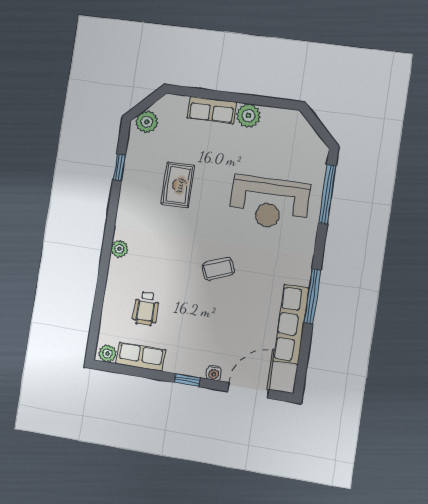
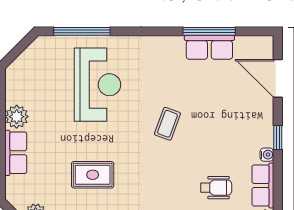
coffee table: (218, 269) -> (167, 124), turned 42
window: (312, 296) -> (209, 31), moved
row of seats: (291, 324) -> (209, 47), width x0.68
water cooler: (214, 373) -> (267, 155), moved

